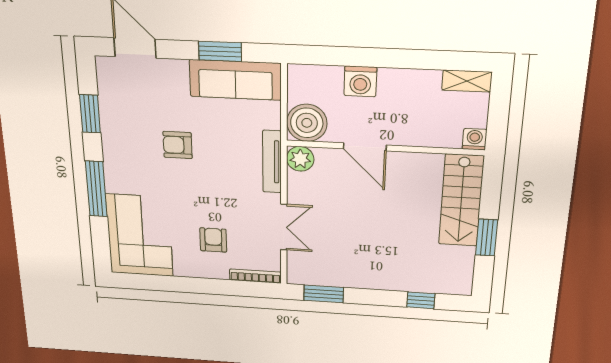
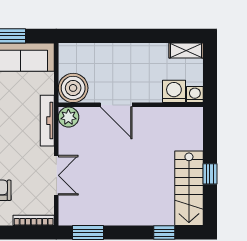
washing machine: (360, 81) -> (174, 91), moved, turned 180
stairs: (461, 201) -> (189, 188), moved
window: (487, 238) -> (210, 174), width x0.67

